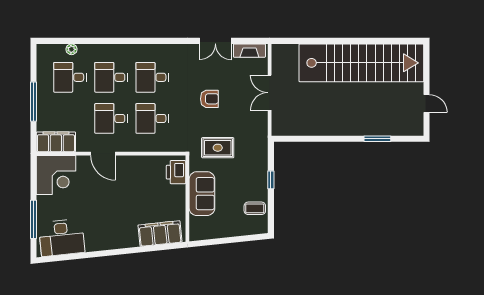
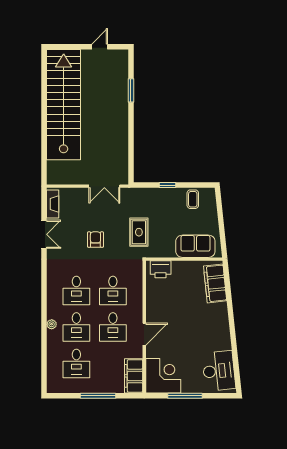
plant: (72, 49) -> (52, 324), moved
double door: (270, 93) -> (104, 186), moved
sofa: (202, 194) -> (195, 246), moved
window: (34, 219) -> (185, 396), moved

